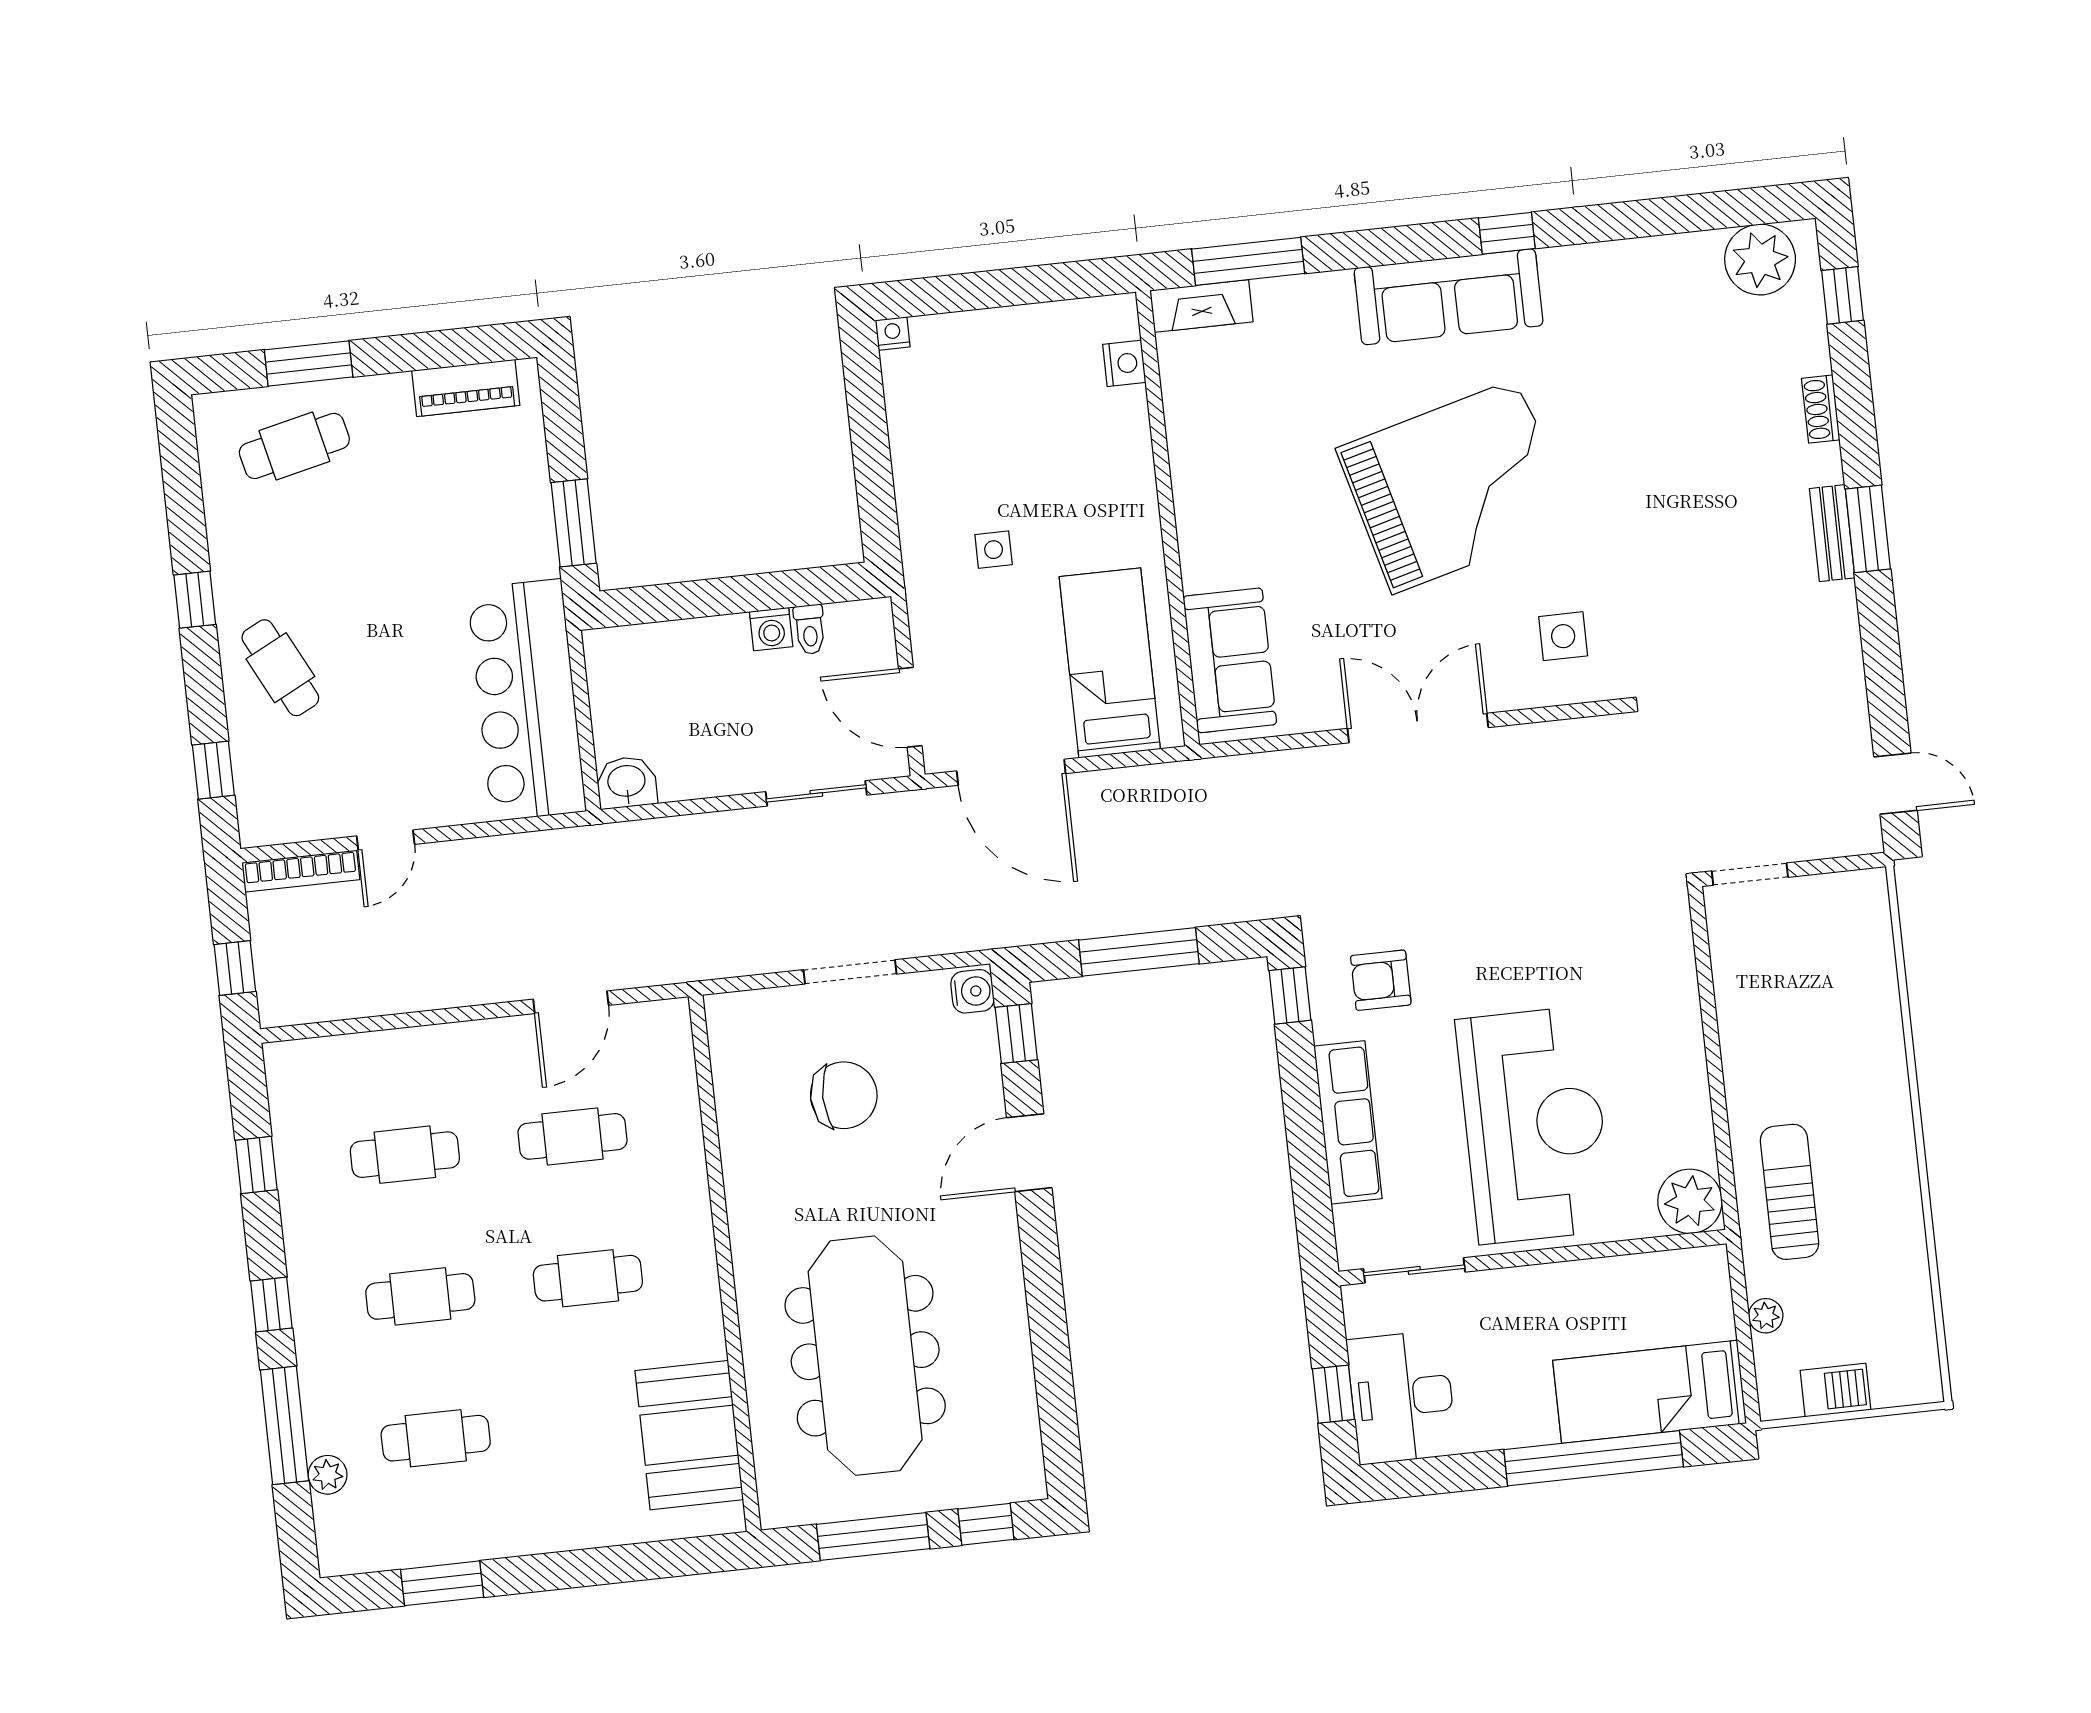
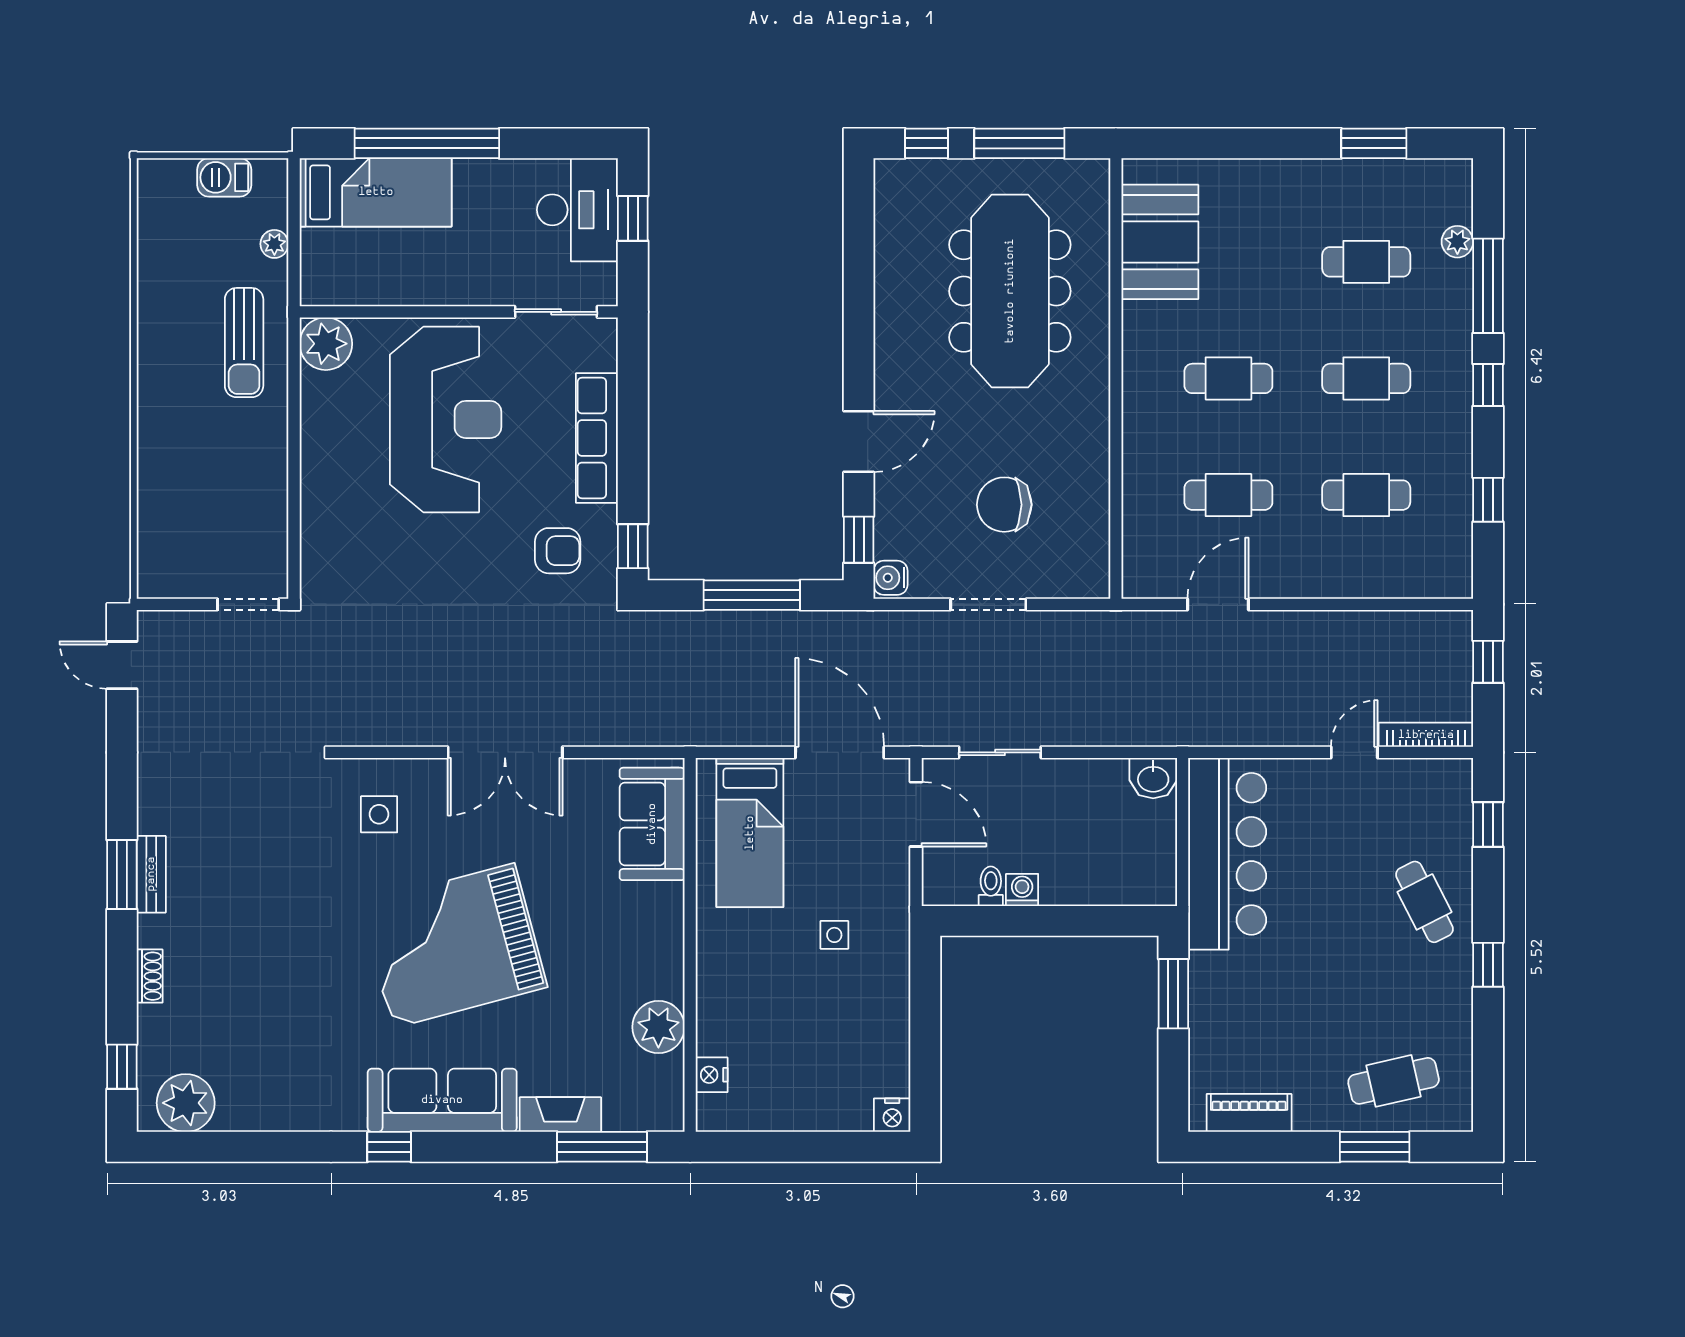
fireplace: (1201, 306) -> (560, 1115), moved
nightstand: (893, 333) -> (892, 1115), width x1.39, depth x1.35
plant: (1195, 414) -> (658, 1027), added
reception desk: (1534, 1125) -> (446, 419), turned 180

